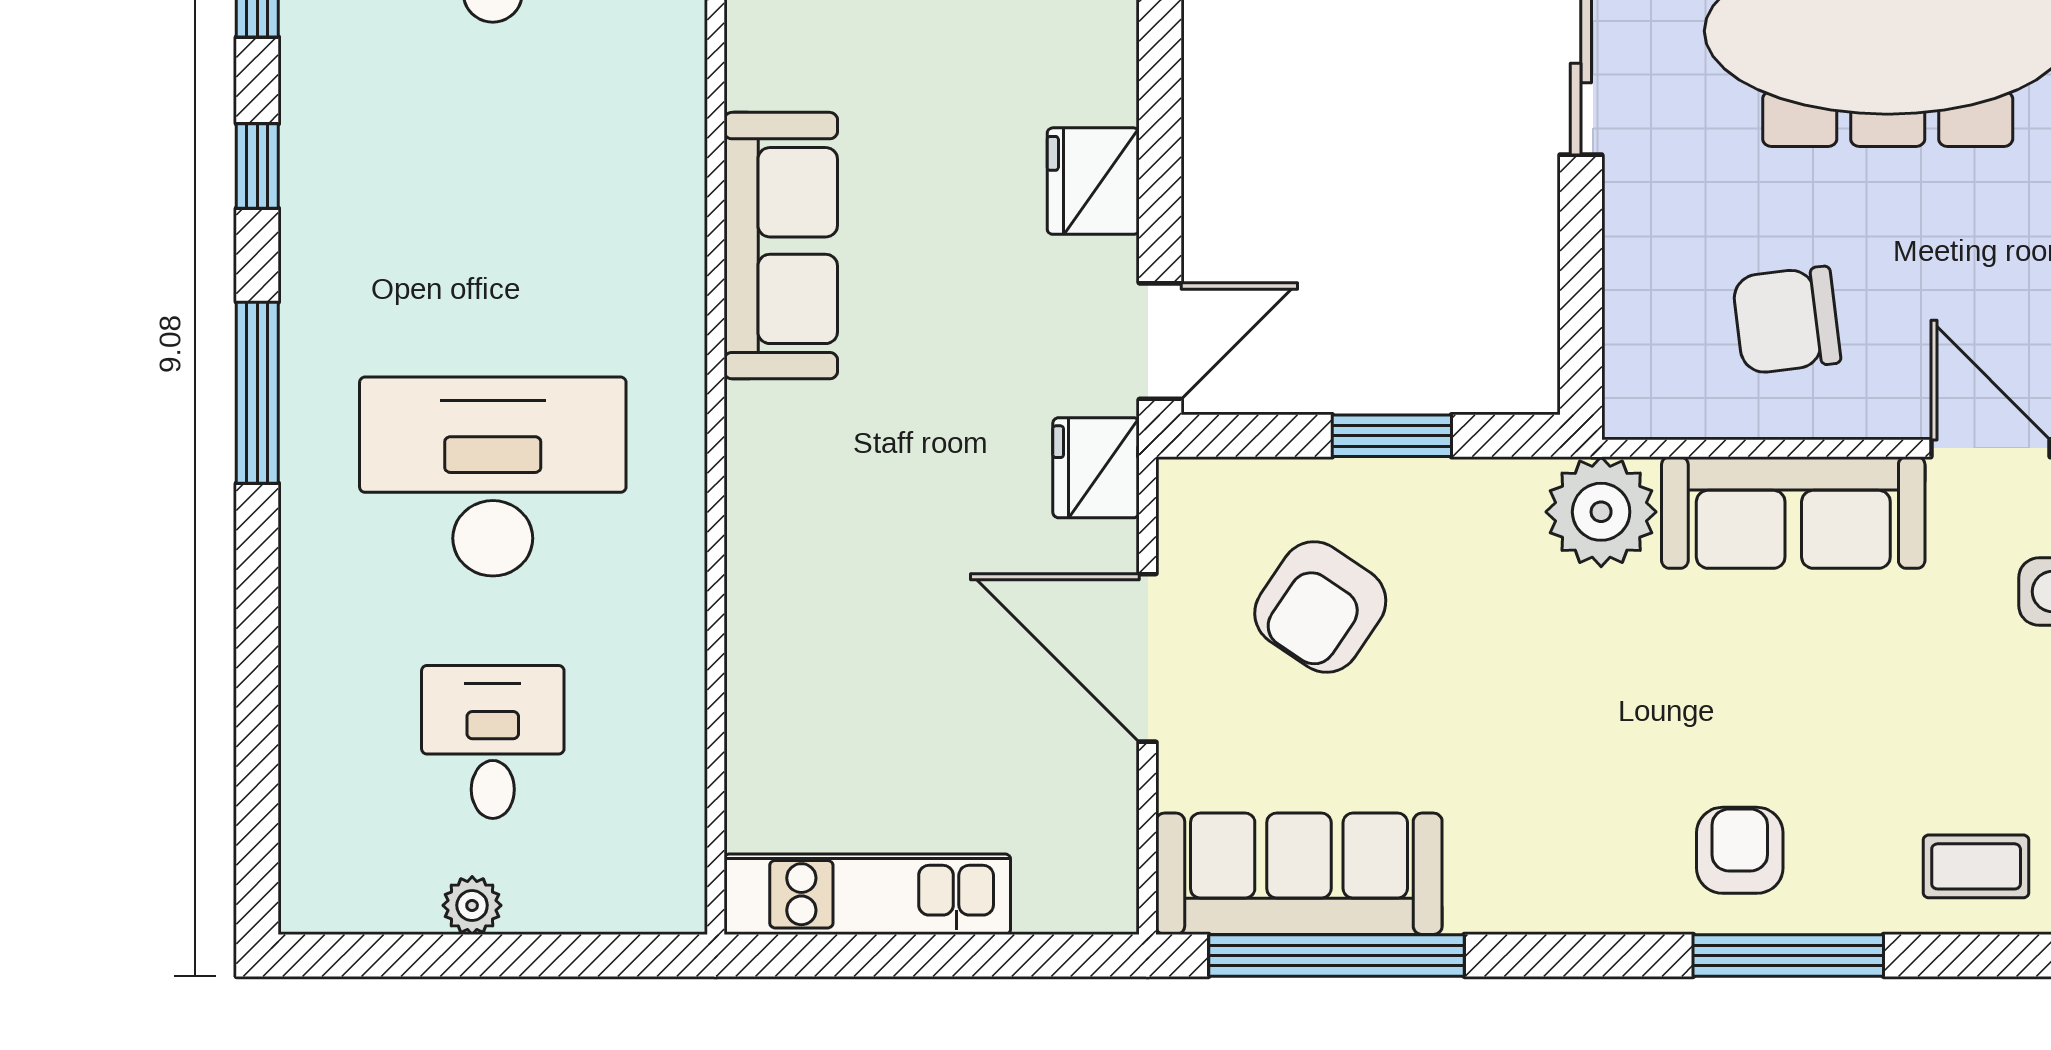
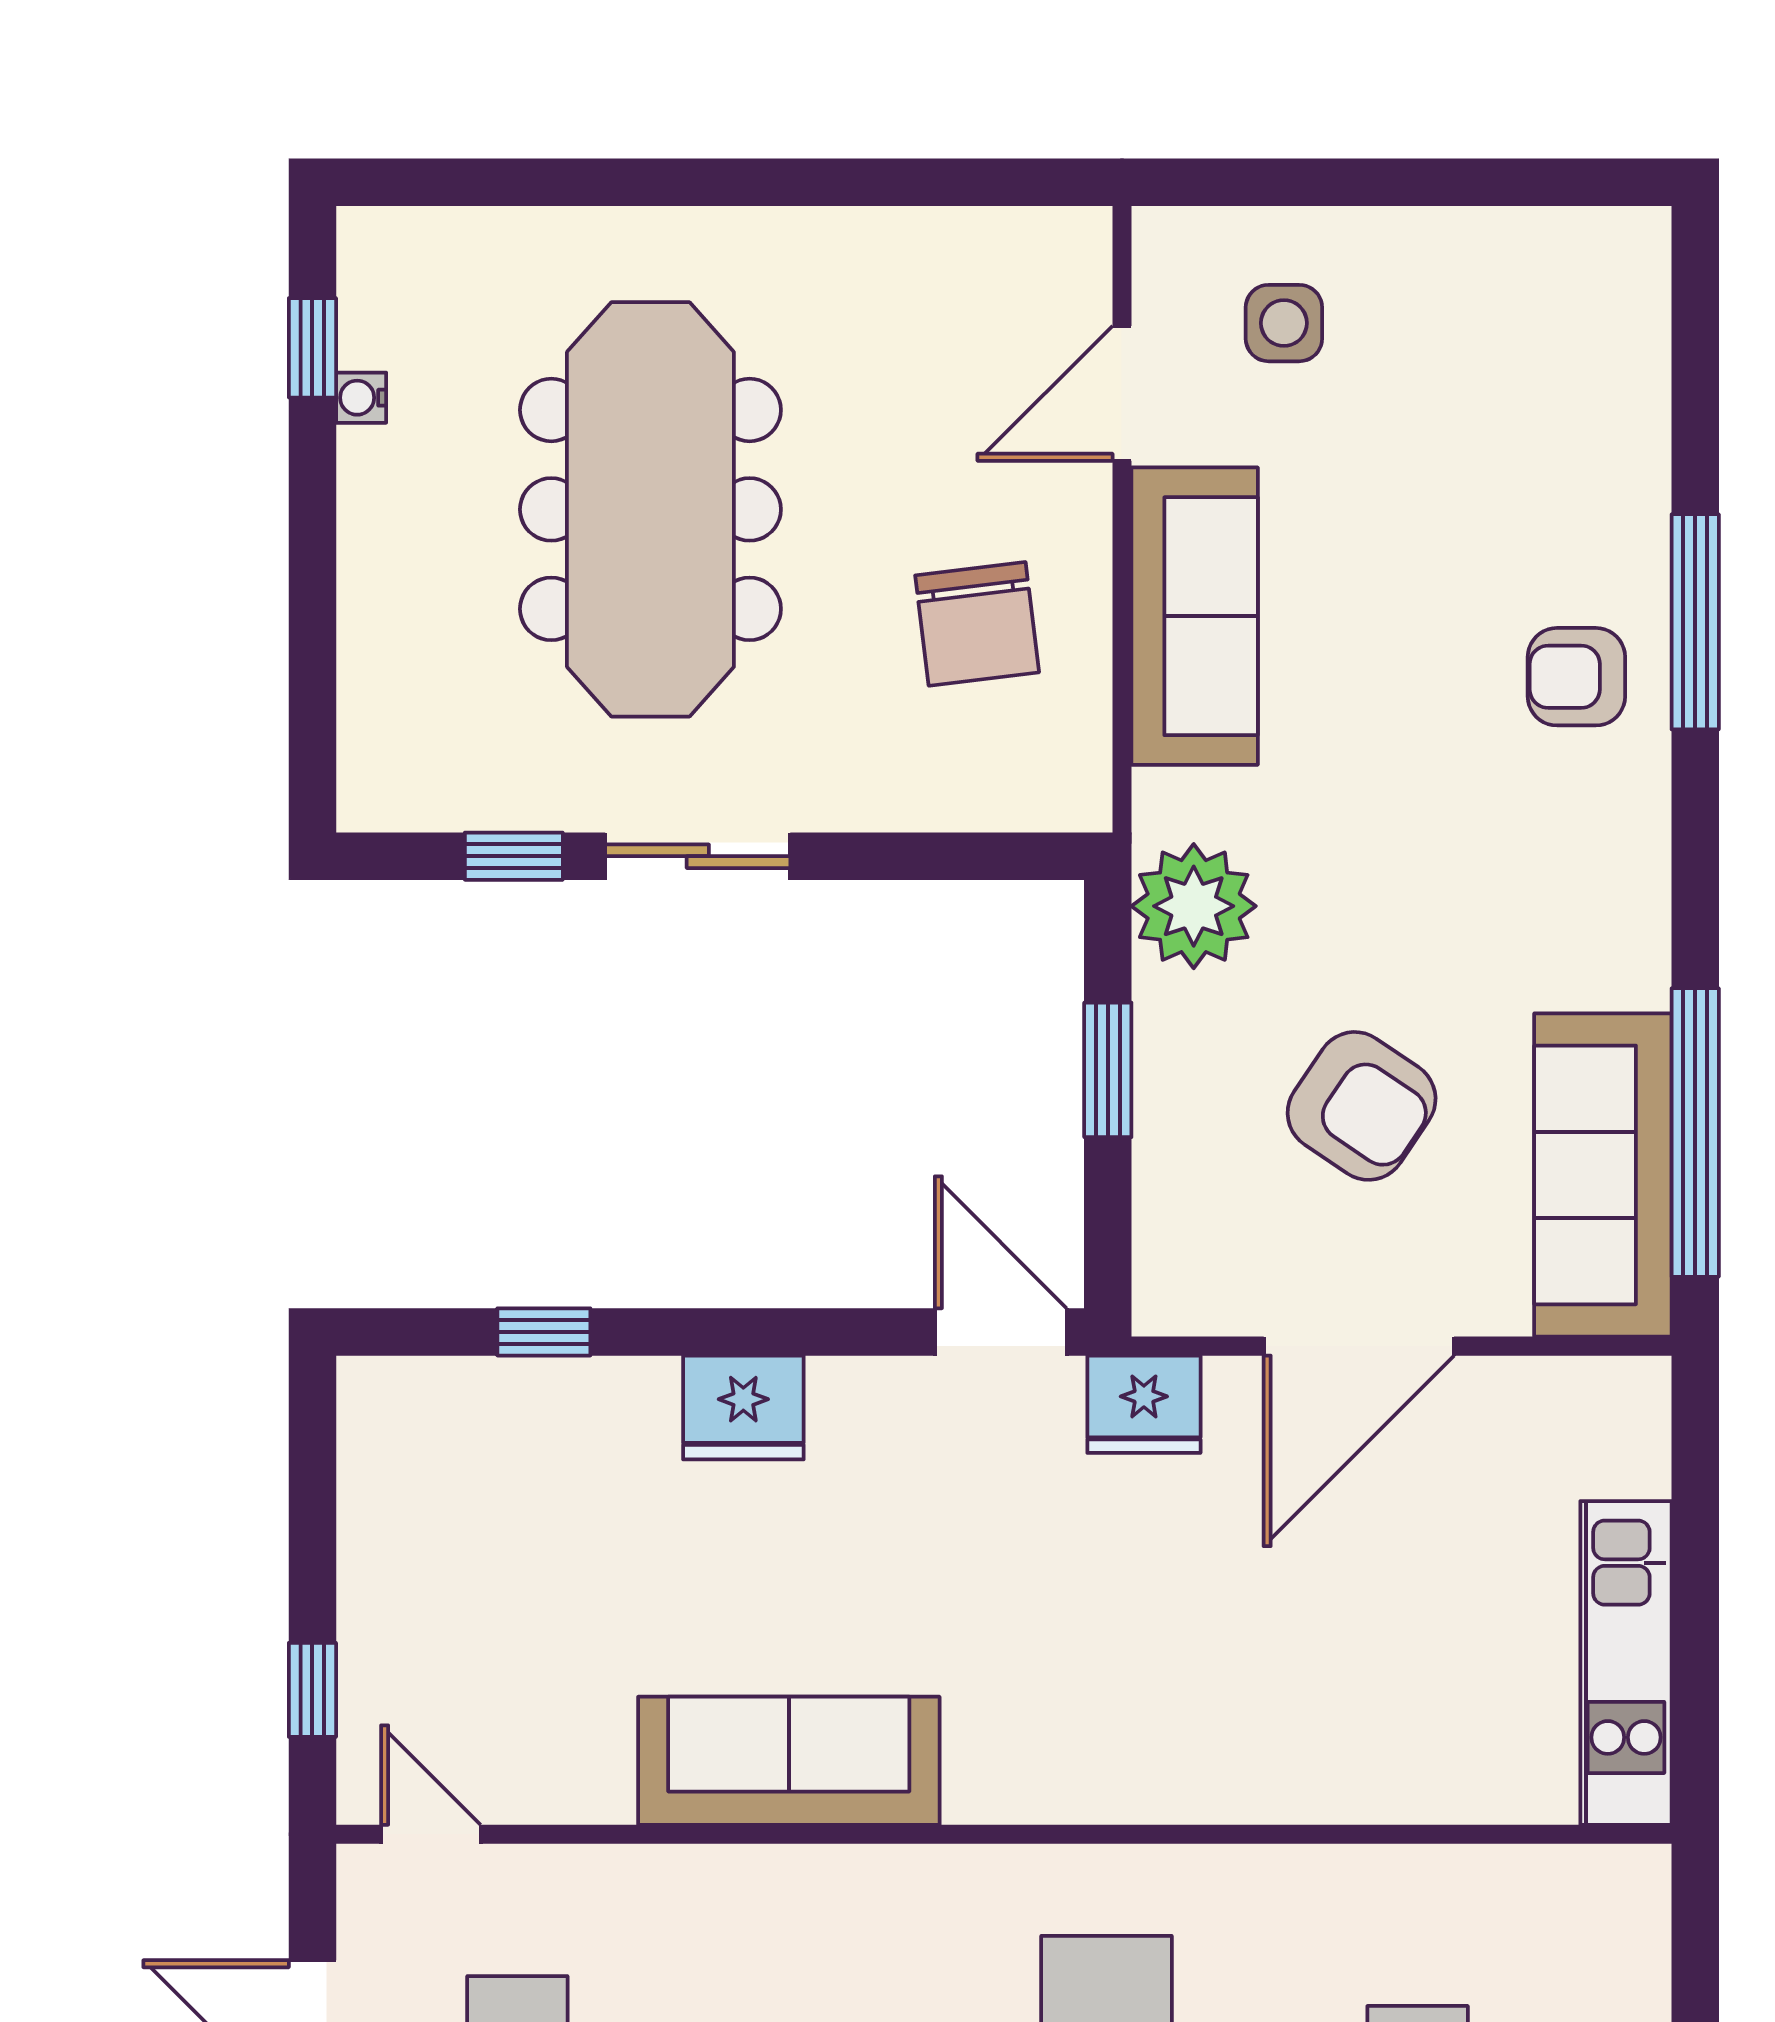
fridge: (1093, 181) -> (743, 1407), moved
sofa: (781, 246) -> (789, 1761), moved
plant: (1601, 512) -> (1194, 906), moved
armchair: (1320, 607) -> (1362, 1106), moved
coffee table: (1976, 866) -> (1595, 410), removed

